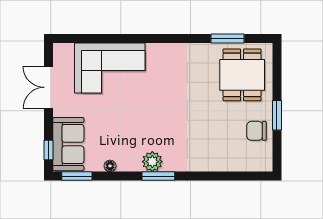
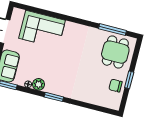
window: (228, 39) -> (112, 30), width x1.44
plant: (152, 162) -> (39, 84), moved

